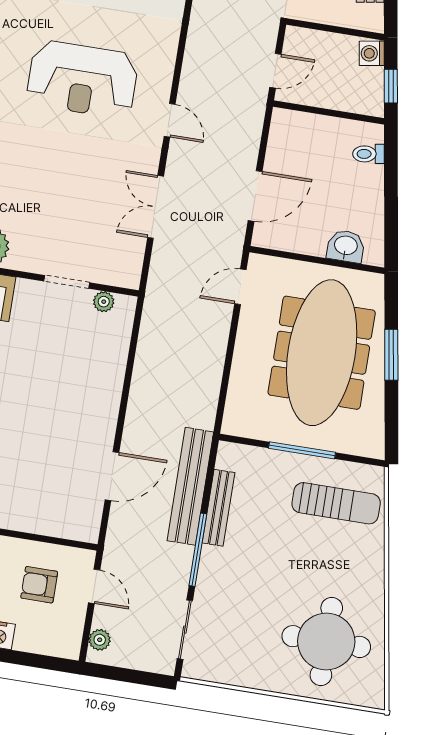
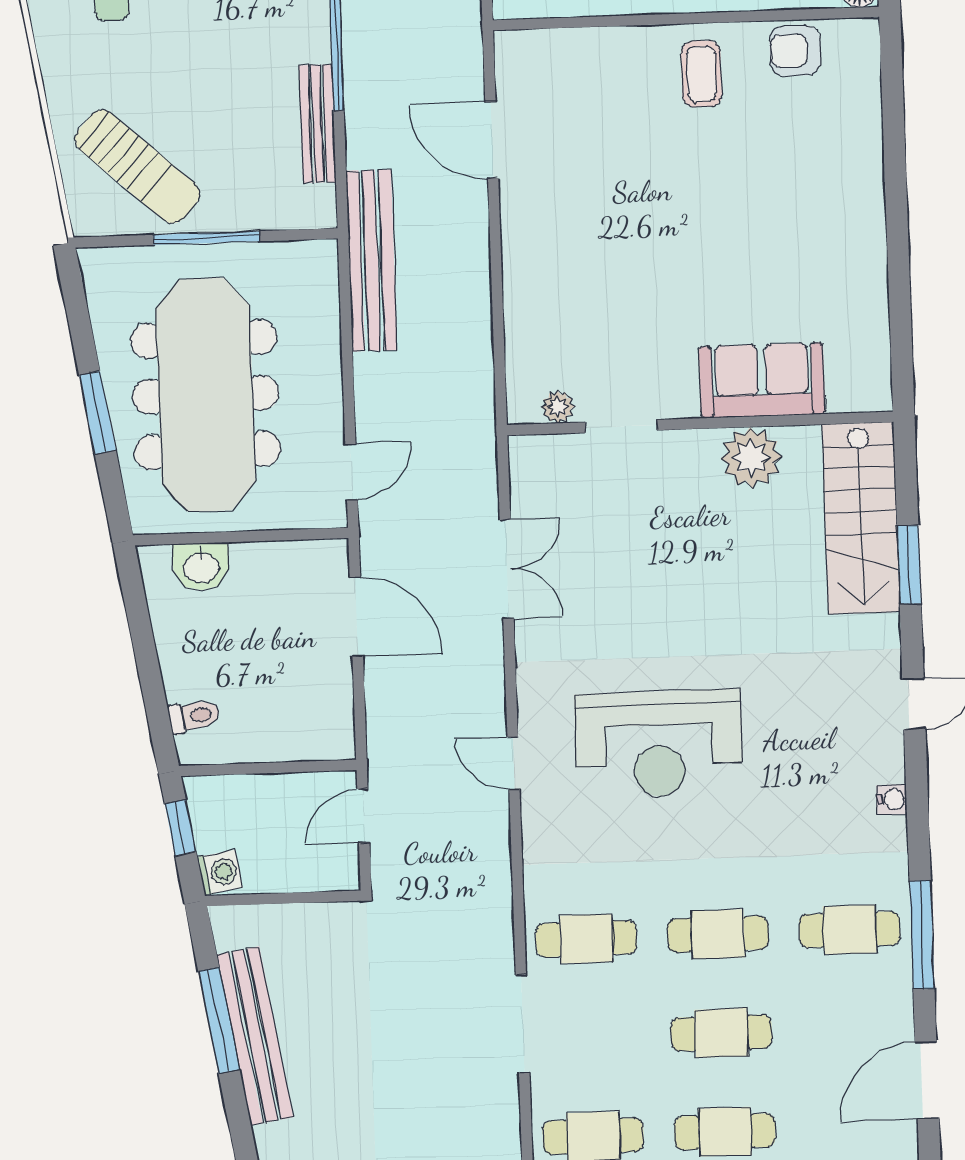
reception desk: (82, 79) -> (659, 744), turned 180
door: (170, 120) -> (513, 763), moved
door: (255, 196) -> (356, 617), swing flipped
door: (112, 476) -> (492, 140), hinge flipped
bench: (190, 486) -> (372, 260), moved
sun lounger: (336, 503) -> (137, 167), turned -138

